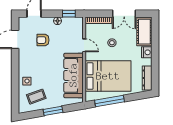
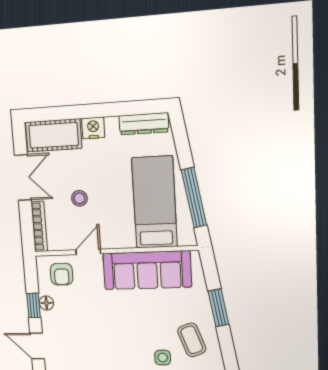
window: (69, 14) -> (34, 305), moved
armchair: (43, 40) -> (62, 274), moved
bed: (108, 76) -> (154, 202), width x0.67

